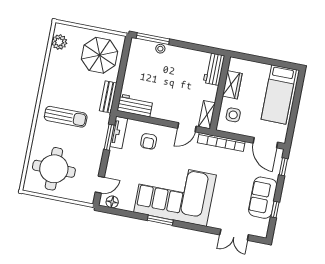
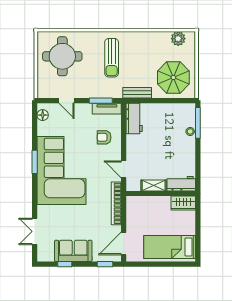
wardrobe: (232, 85) -> (183, 203), moved
shelving: (207, 115) -> (154, 185), moved
side table: (233, 115) -> (143, 209), removed
door: (100, 185) -> (66, 101), moved

